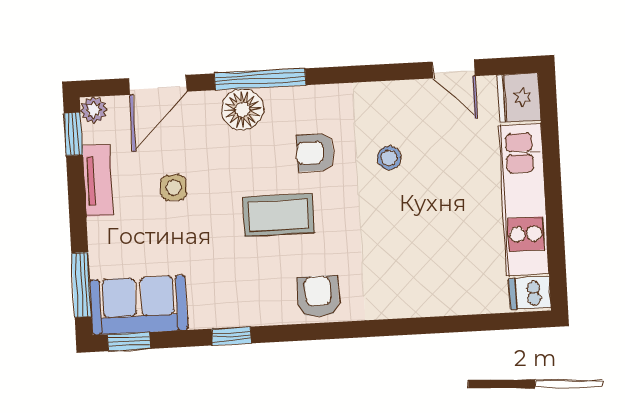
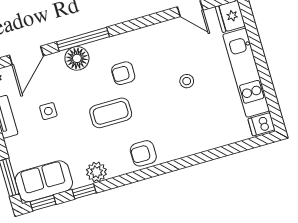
stool: (389, 158) -> (187, 81), moved
armchair: (318, 296) -> (143, 153), turned -90
plant: (231, 310) -> (96, 172), added
window: (231, 336) -> (84, 191), moved

